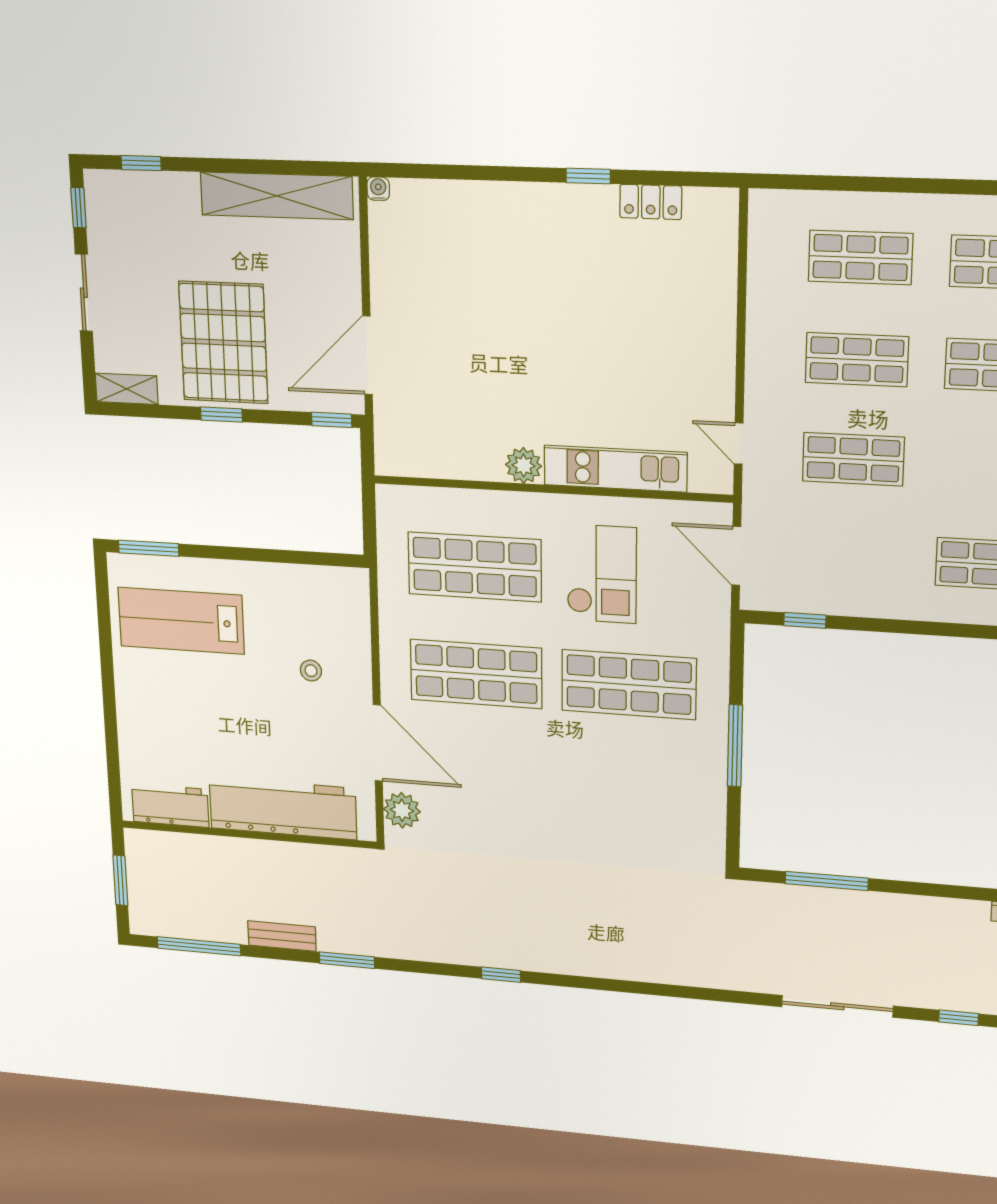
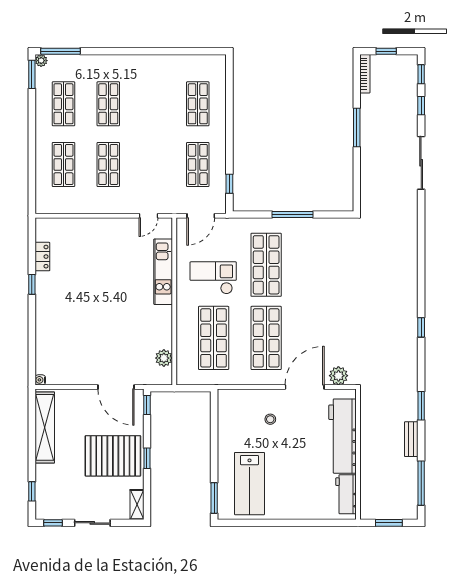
shop shelf: (853, 459) -> (198, 165), moved
plant: (524, 465) -> (164, 358), moved
window: (827, 881) -> (357, 128), moved

